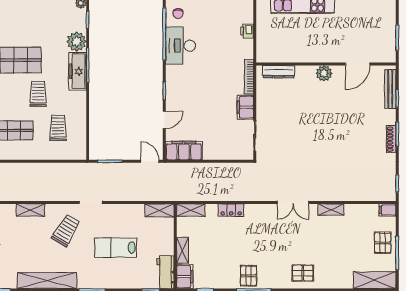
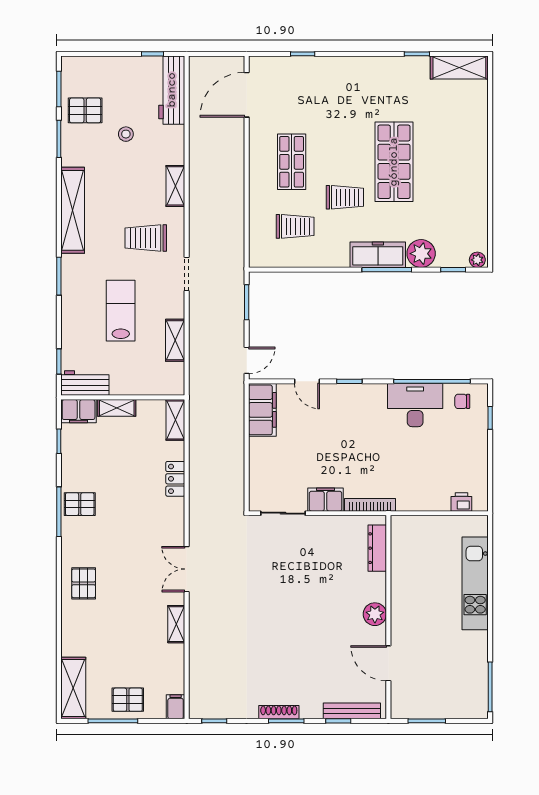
printer: (247, 31) -> (461, 502), moved
shelving: (159, 210) -> (175, 340), moved
trolley: (66, 230) -> (146, 238), turned 149

